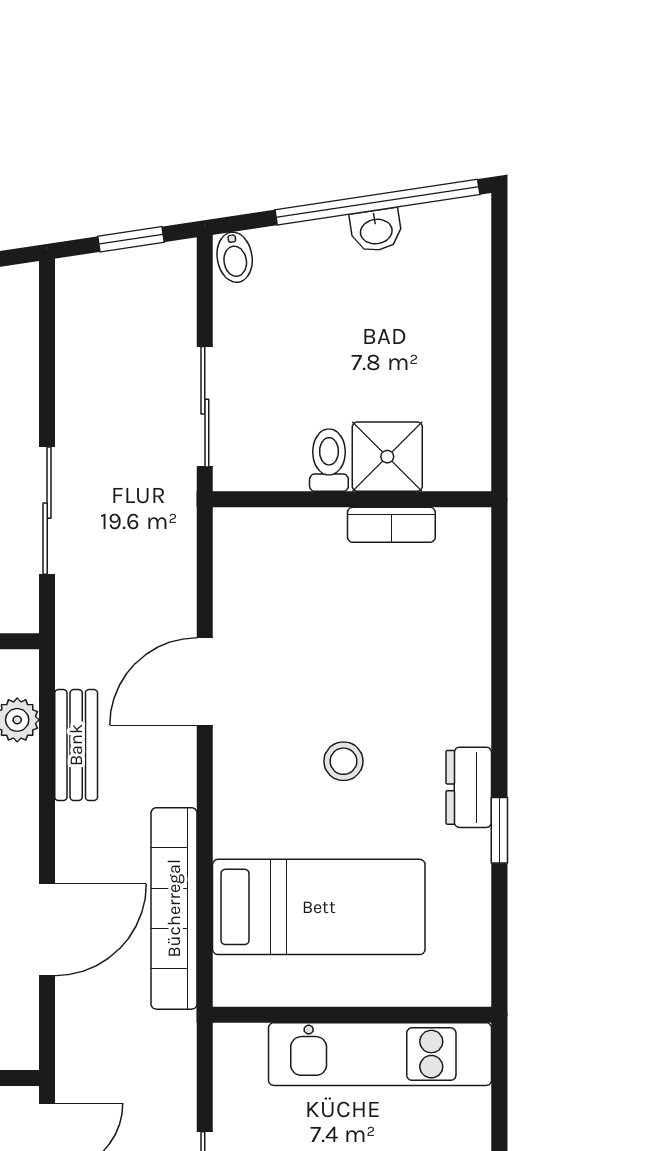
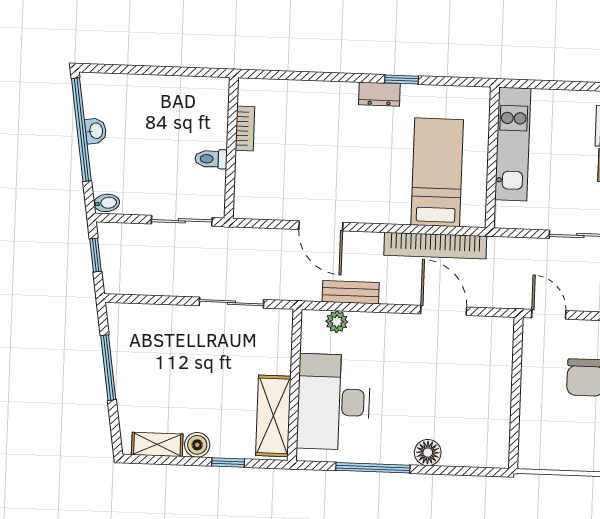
shower: (387, 457) -> (210, 129), removed
stool: (343, 761) -> (364, 157), removed

